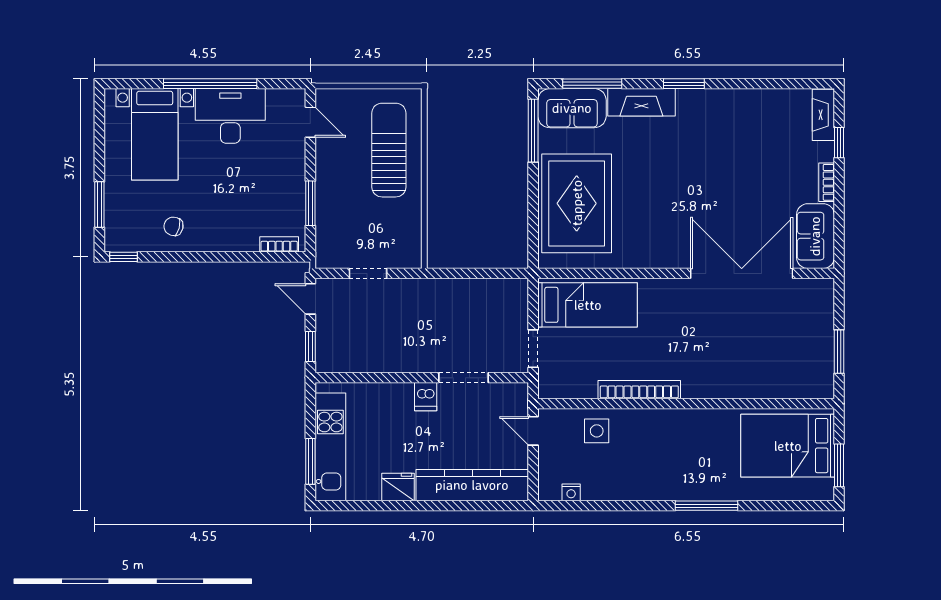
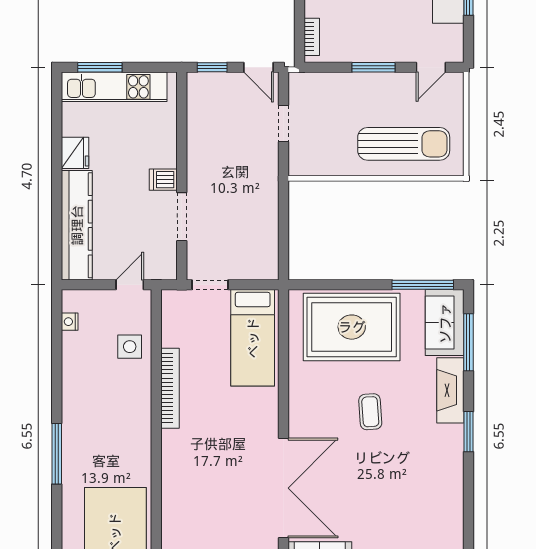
coffee table: (663, 184) -> (370, 412), added
window: (310, 203) -> (373, 67), moved
door: (310, 299) -> (258, 67), swing flipped

